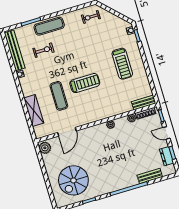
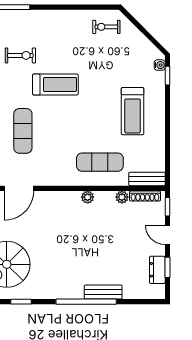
exercise mat: (49, 26) -> (100, 162), moved
treadmill: (85, 83) -> (55, 84), moved
bench: (150, 176) -> (103, 292), moved

